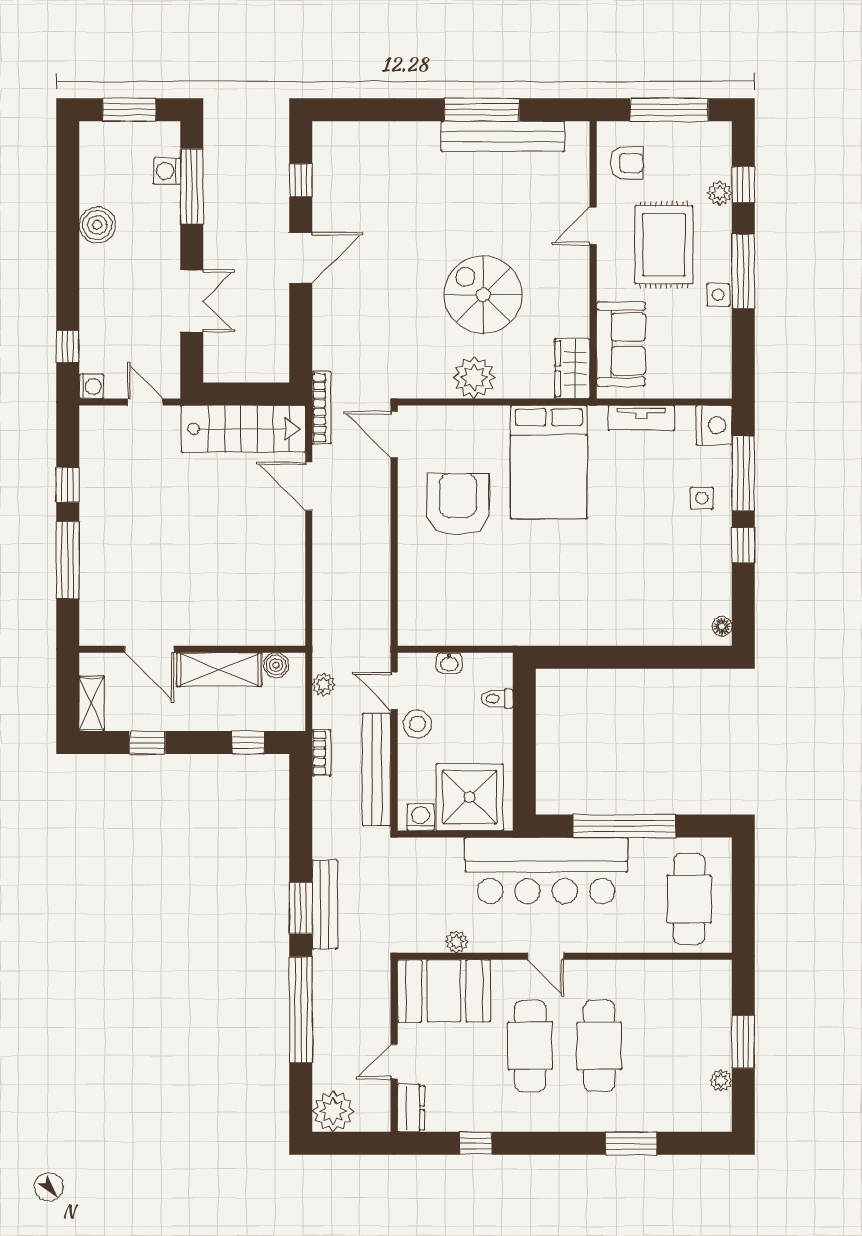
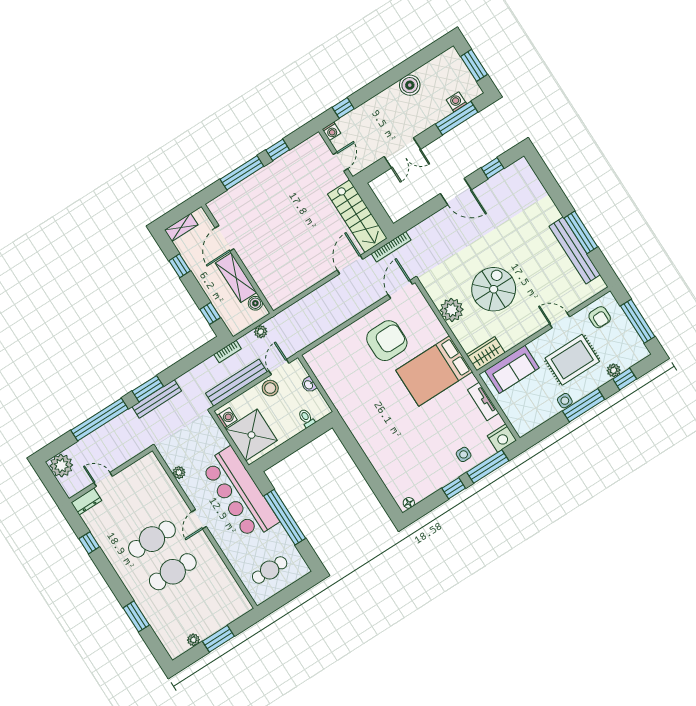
cafe table: (689, 899) -> (270, 570), width x0.73, depth x0.74
booth: (444, 991) -> (152, 482), removed

